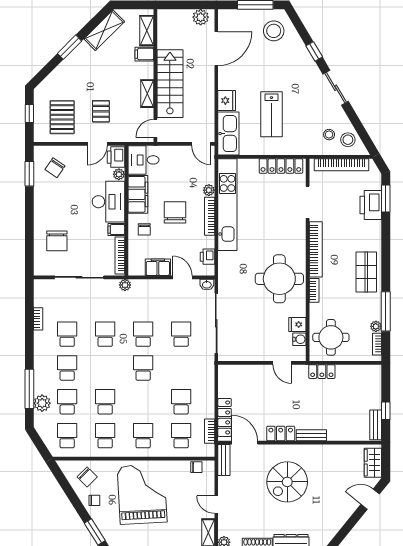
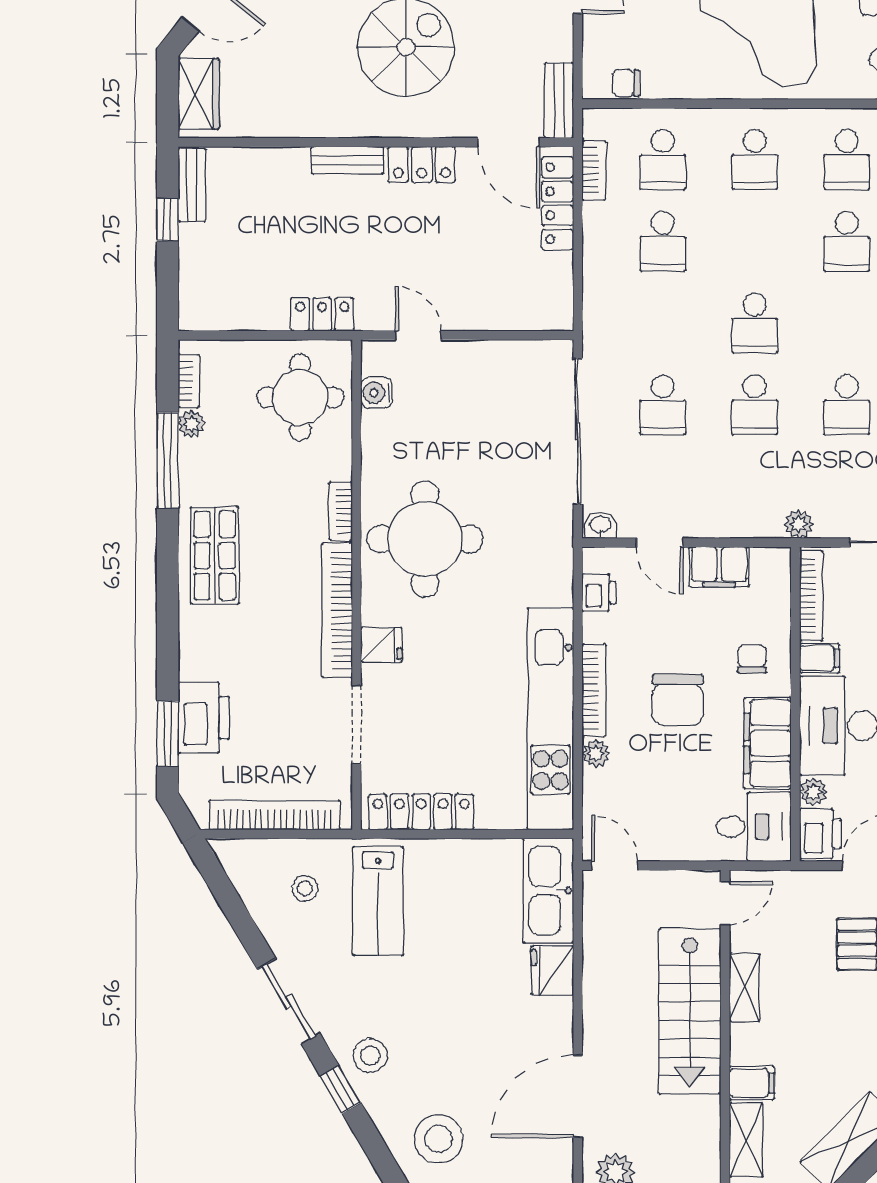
lab bench: (271, 114) -> (378, 901), moved, turned 180
stool: (348, 140) -> (370, 1056), moved
fridge: (297, 324) -> (381, 645), moved

